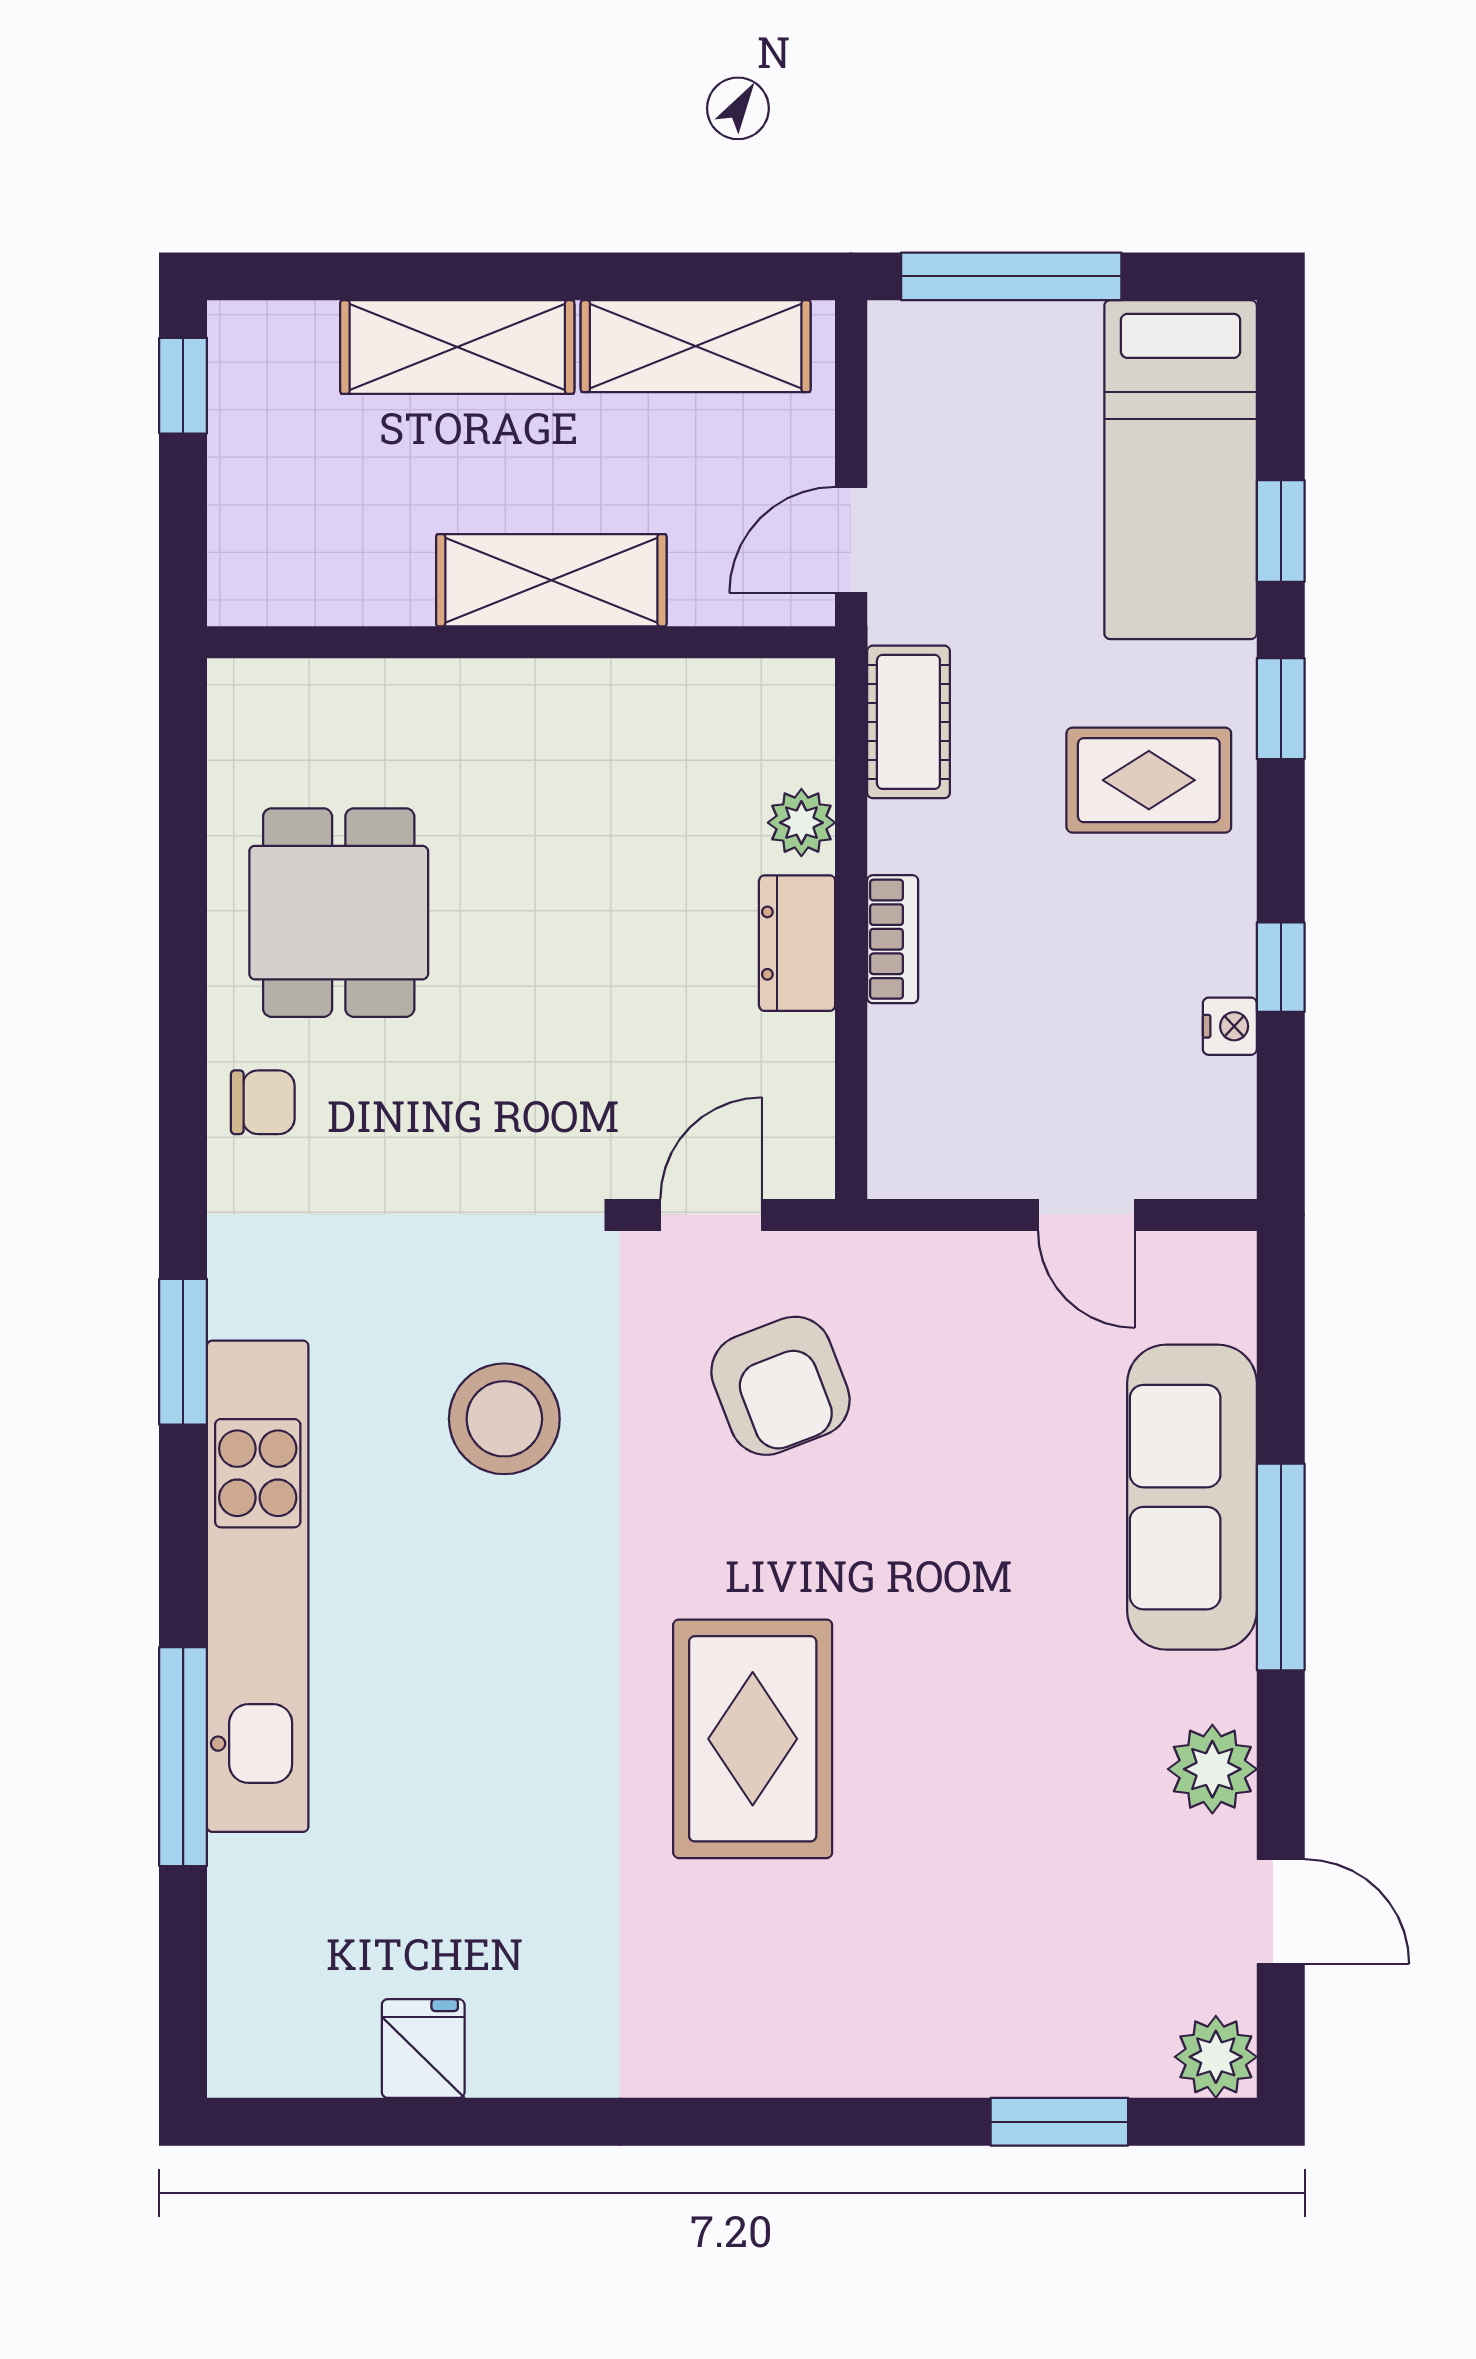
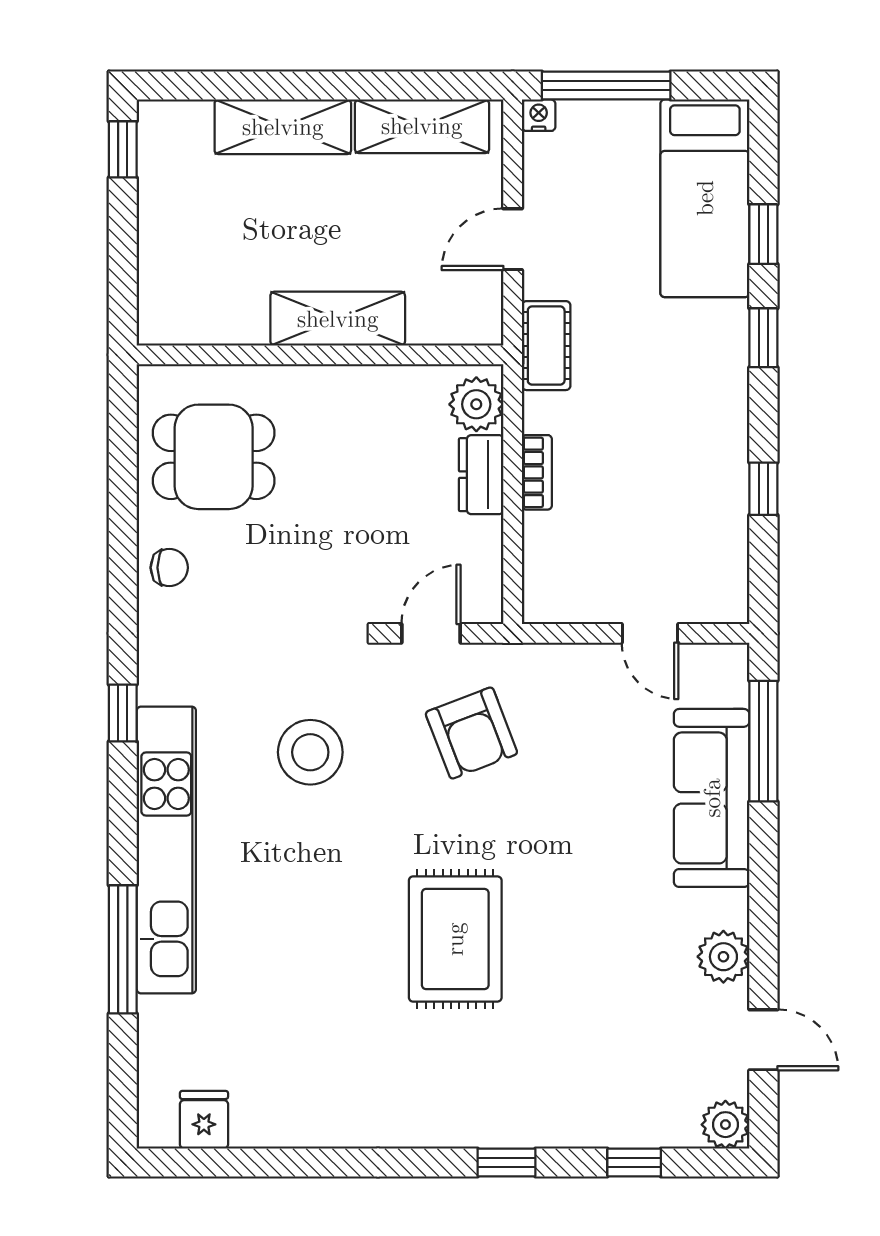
shelving: (551, 580) -> (338, 319), moved
wall: (521, 642) -> (320, 355), moved
rug: (1149, 780) -> (686, 380), removed
plant: (801, 823) -> (476, 404), width x1.38, depth x1.38
dining table: (339, 913) -> (214, 457), turned 90
nightstand: (1230, 1026) -> (539, 115), moved, turned -90
window: (183, 1352) -> (123, 713), width x0.67
window: (1281, 1567) -> (763, 741), moved
fridge: (423, 2049) -> (204, 1120), moved
window: (840, 2122) -> (506, 1162), added
window: (1059, 2122) -> (634, 1162), width x0.67

